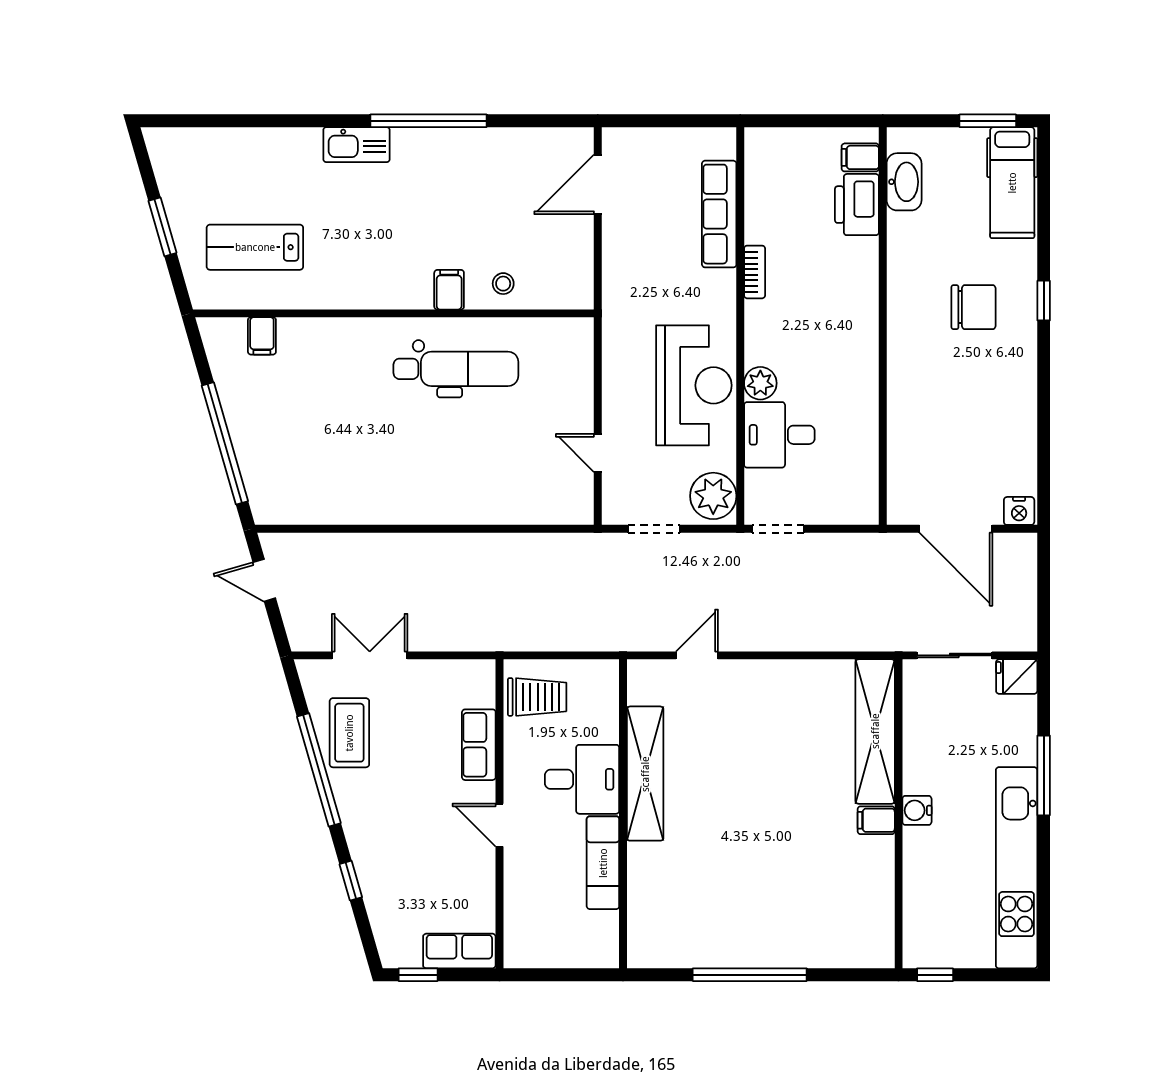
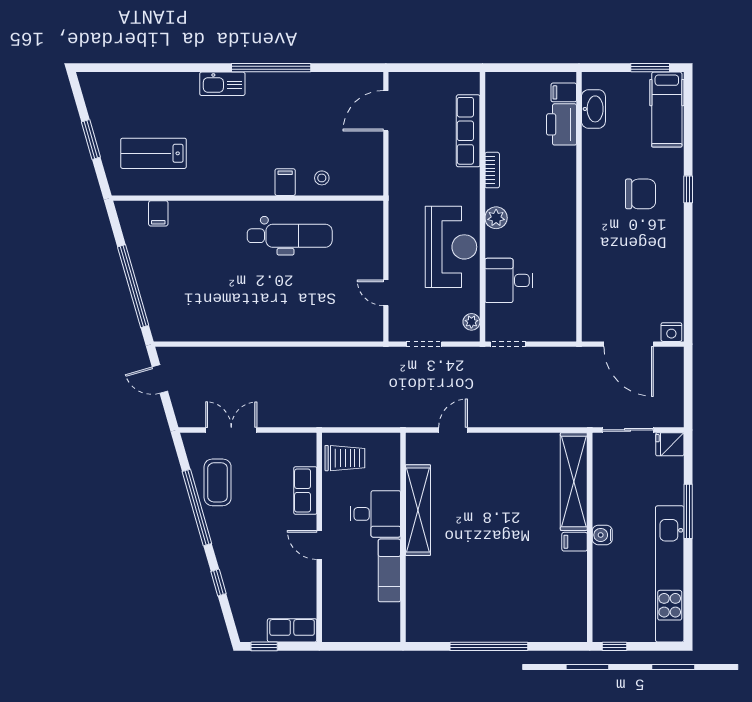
plant: (760, 383) -> (496, 218), moved
plant: (713, 496) -> (471, 322), width x0.53, depth x0.53

